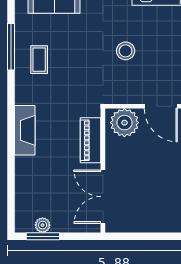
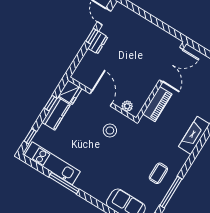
stool: (126, 51) -> (110, 131), moved
plant: (124, 123) -> (127, 106), width x0.53, depth x0.53

